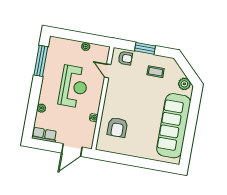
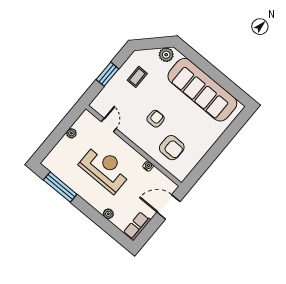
armchair: (125, 58) -> (156, 119), moved
door: (108, 71) -> (109, 125), swing flipped
door: (72, 150) -> (169, 207), swing flipped

